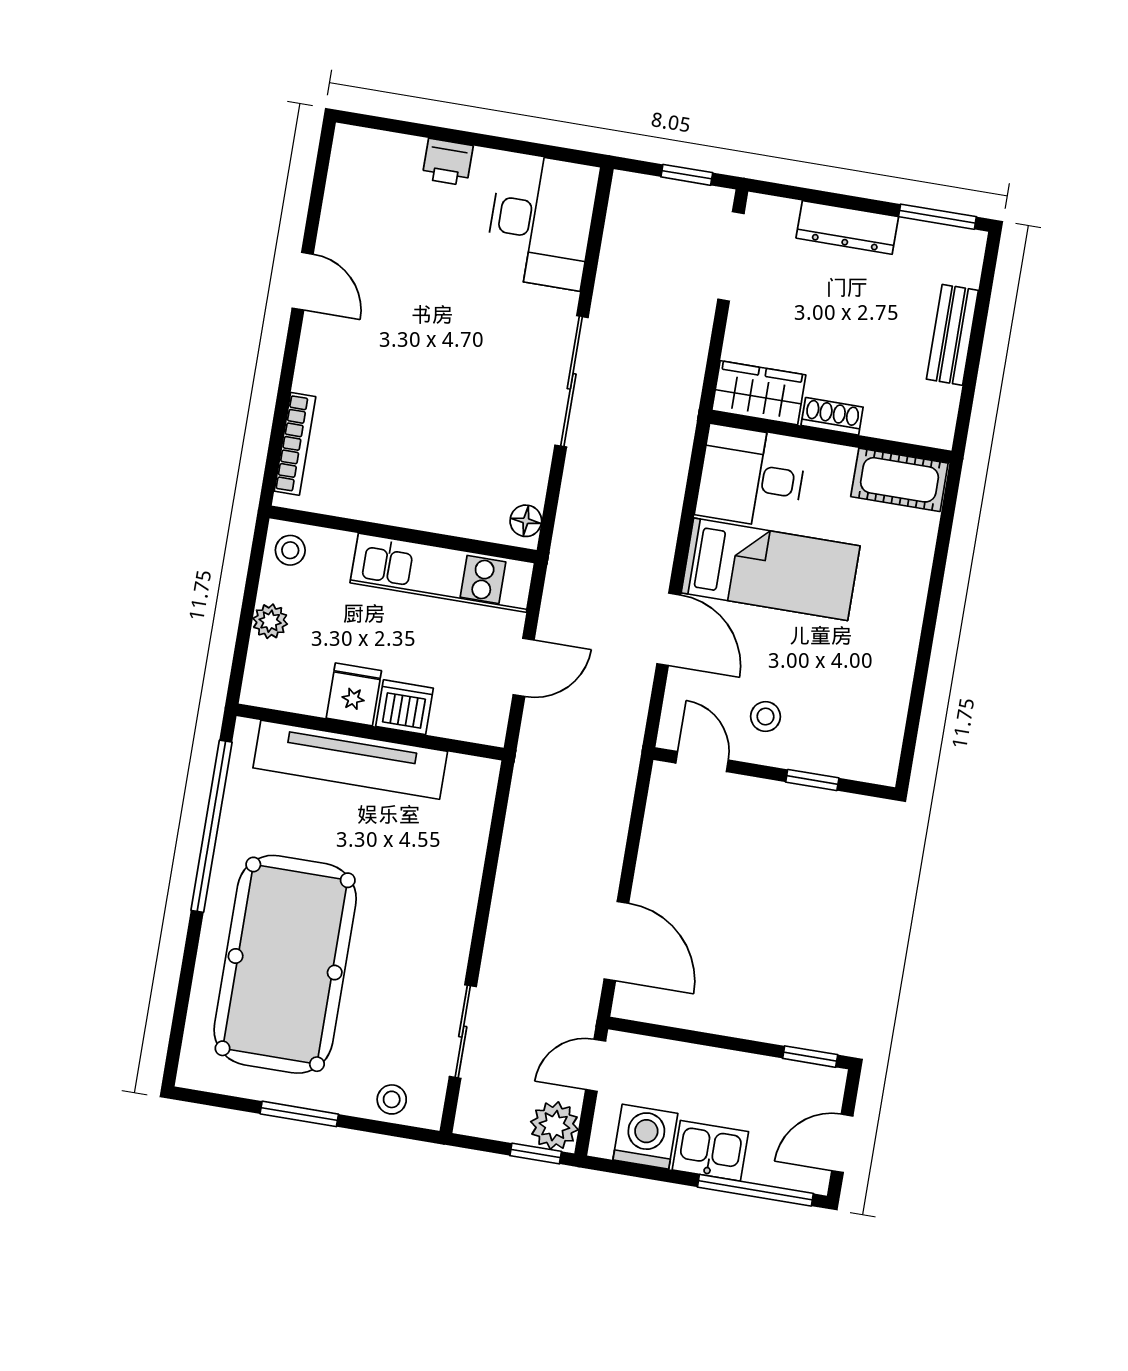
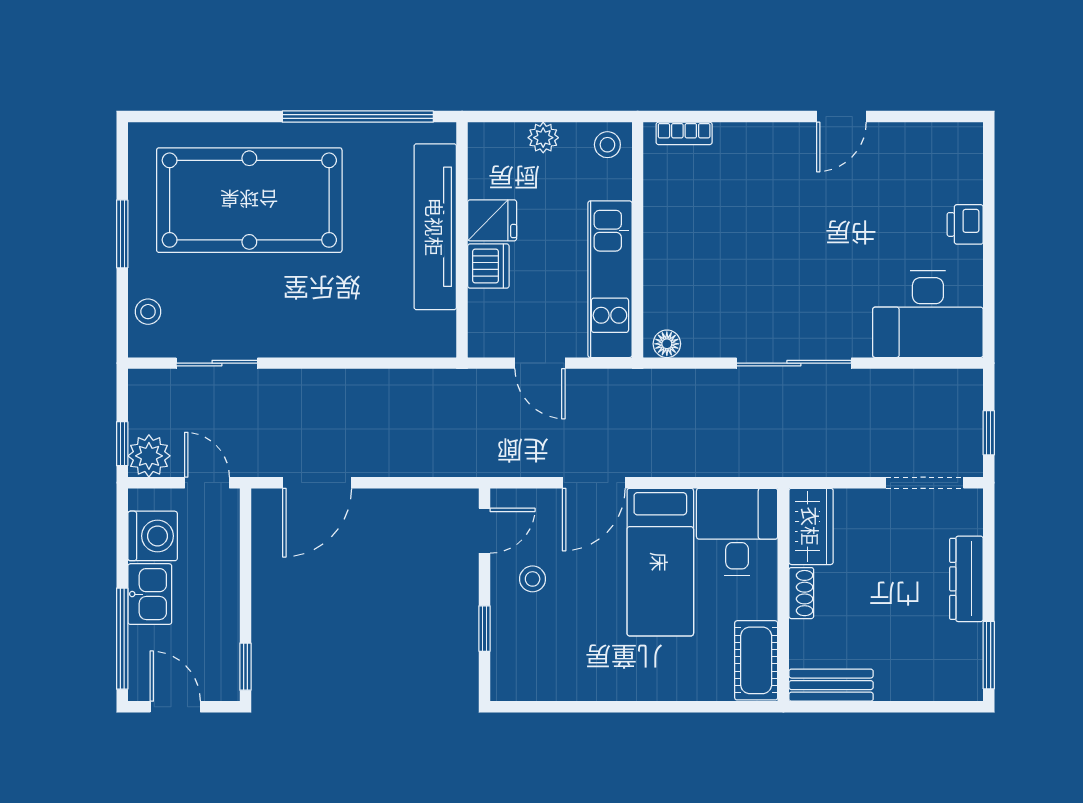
bench: (952, 335) -> (831, 685), moved
bookcase: (295, 444) -> (684, 133), width x0.64

